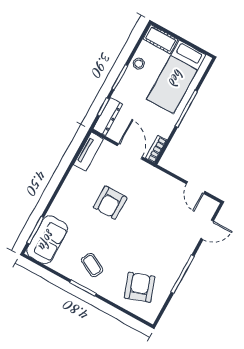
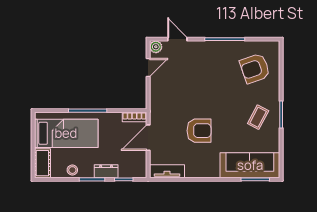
dresser: (108, 117) -> (106, 171), moved, width x0.70
plant: (211, 206) -> (156, 47), added
sofa: (47, 240) -> (250, 165), width x1.36

